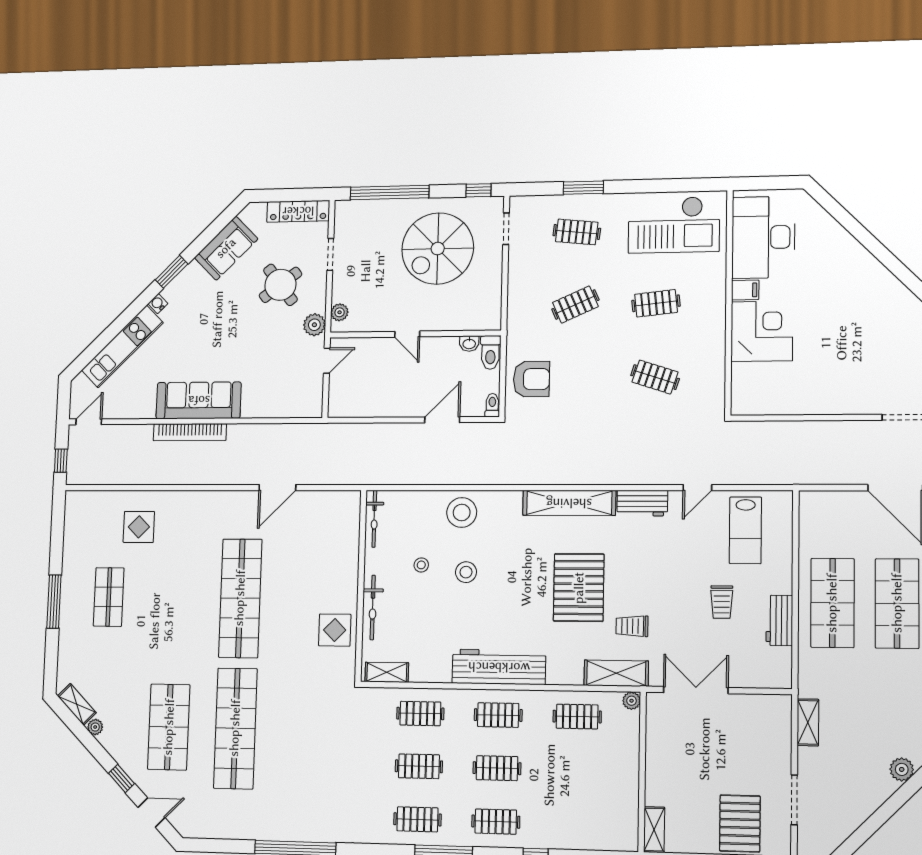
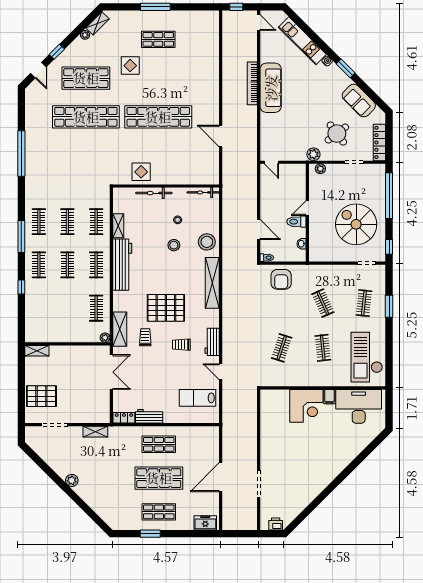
toilet: (490, 352) -> (296, 222), moved
door: (327, 361) -> (271, 162), moved
shelving: (569, 503) -> (212, 283), moved
display table: (139, 527) -> (130, 66), moved
trolley: (722, 602) -> (181, 345), moved
shop shelf: (832, 603) -> (159, 444), width x0.70, depth x0.74
locker: (782, 668) -> (124, 418), added
shelving: (387, 672) -> (118, 226), moved

